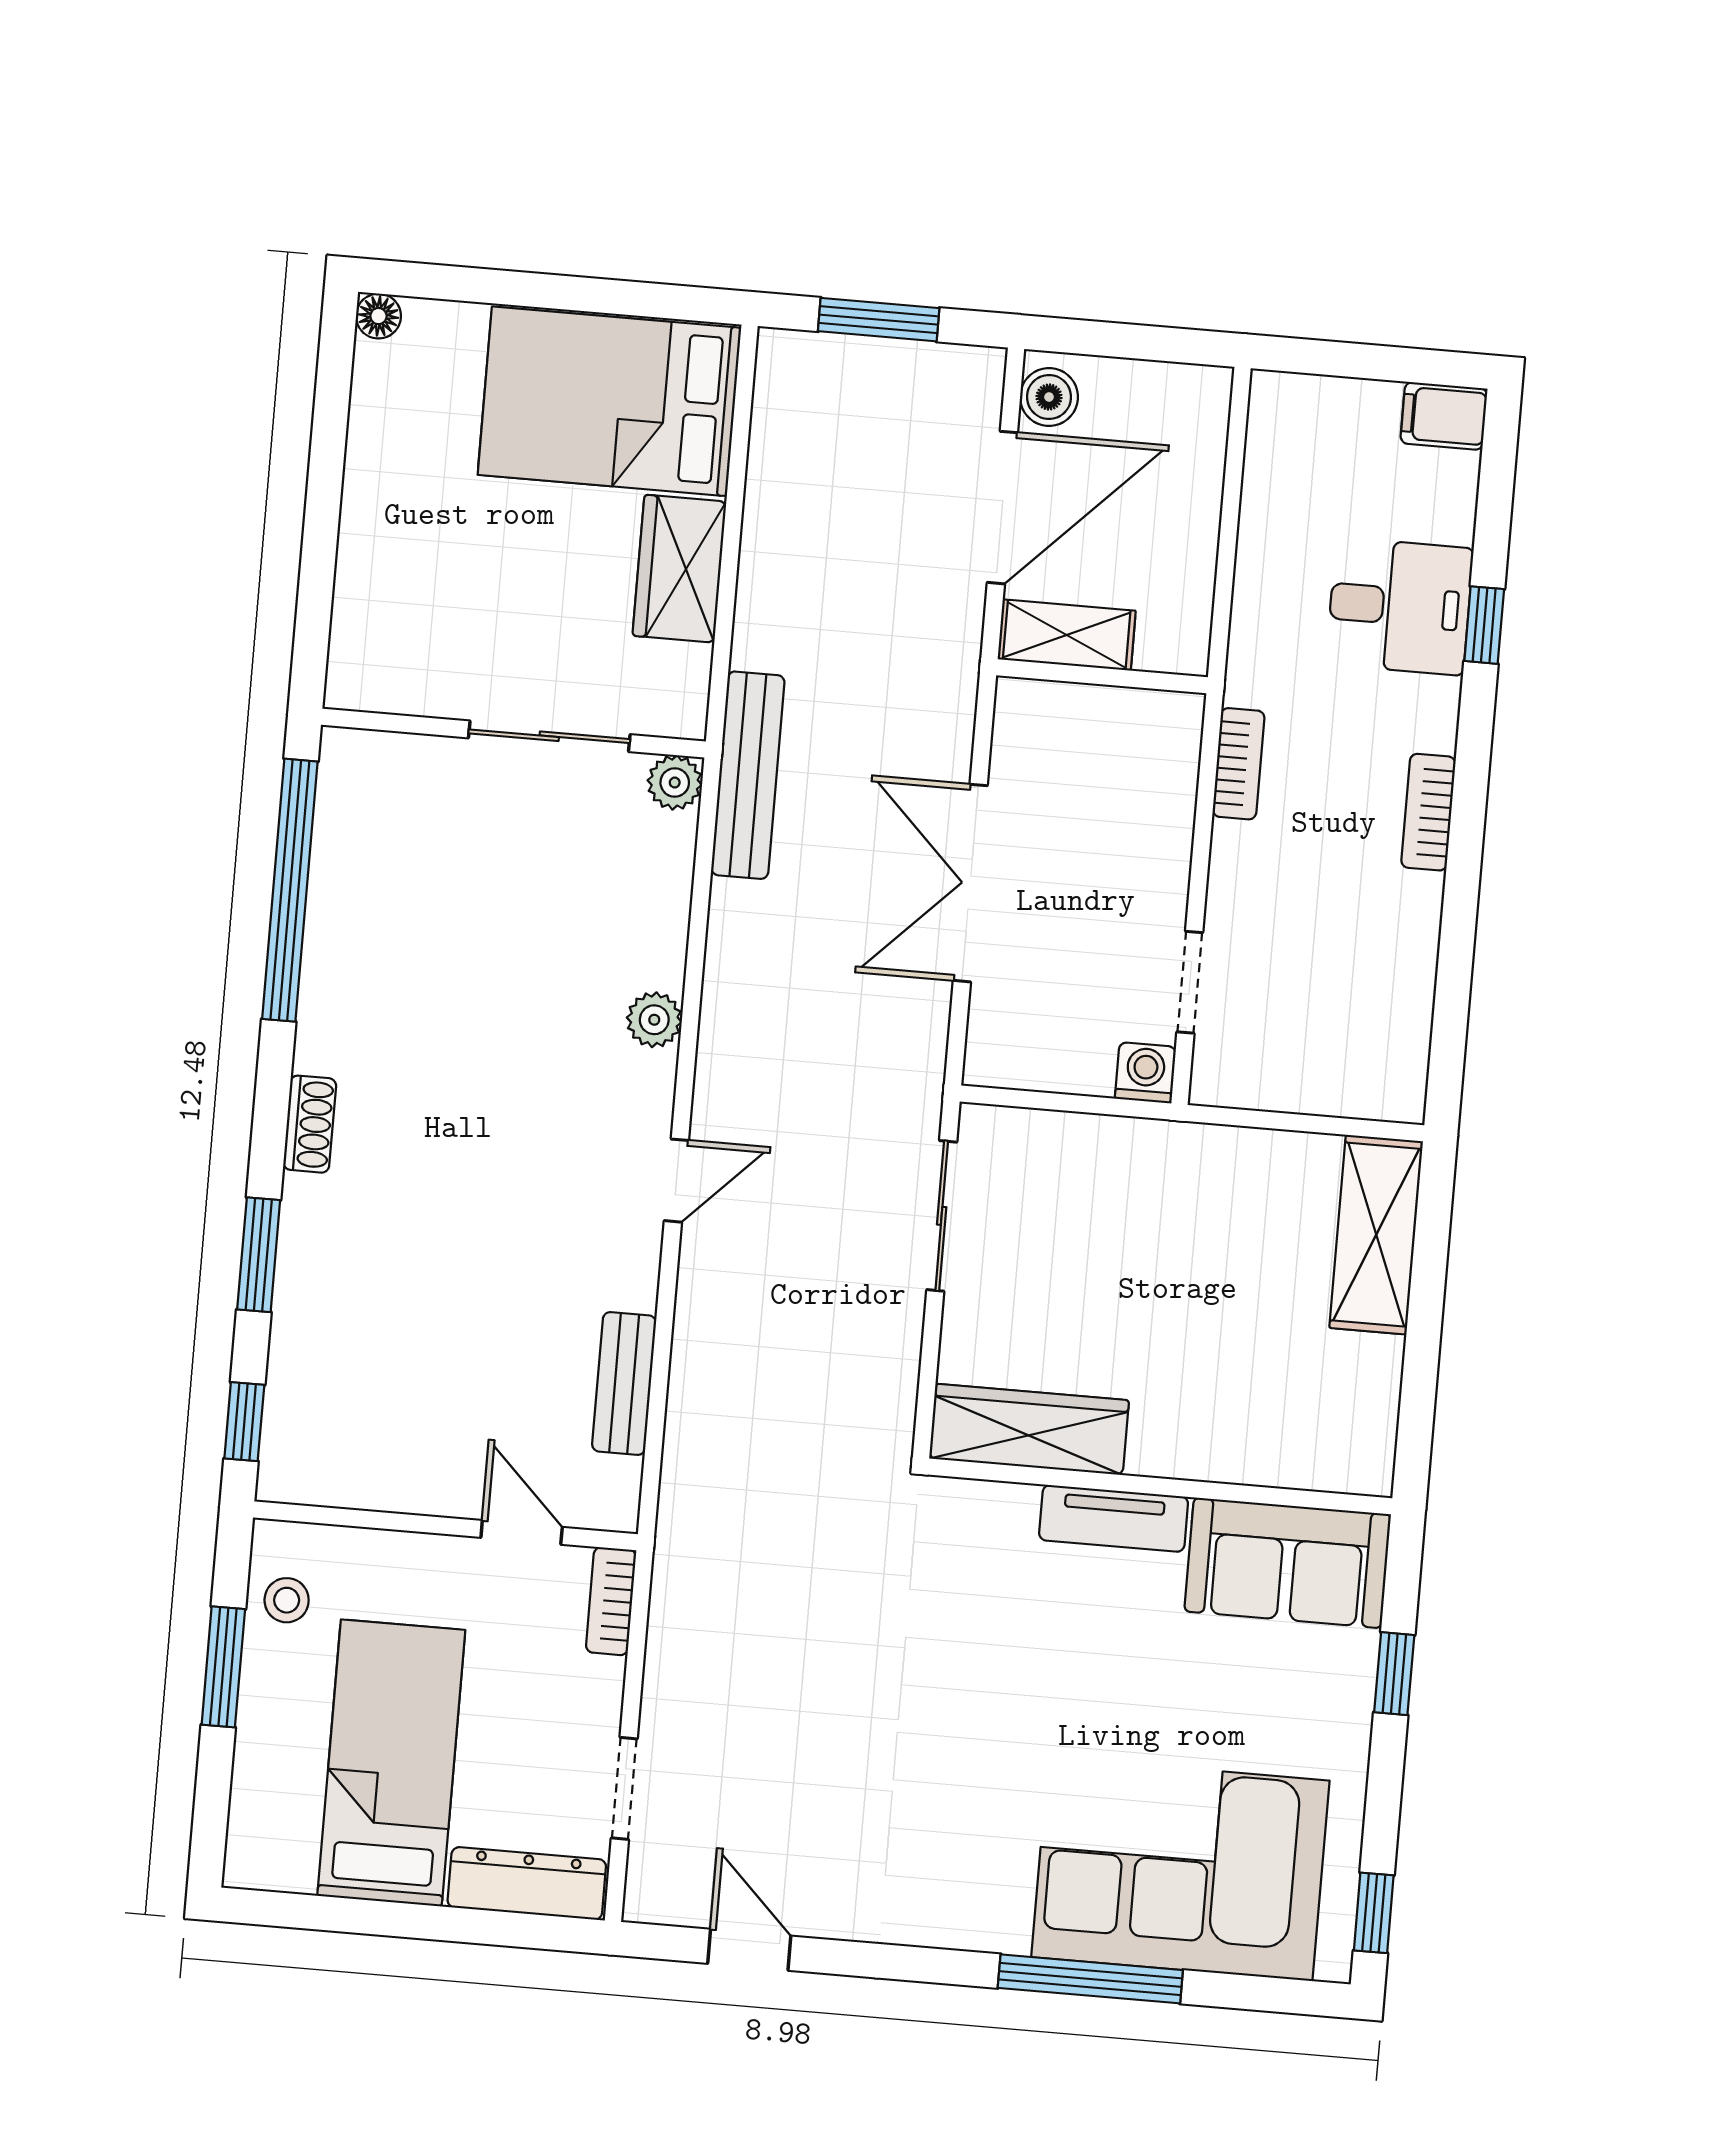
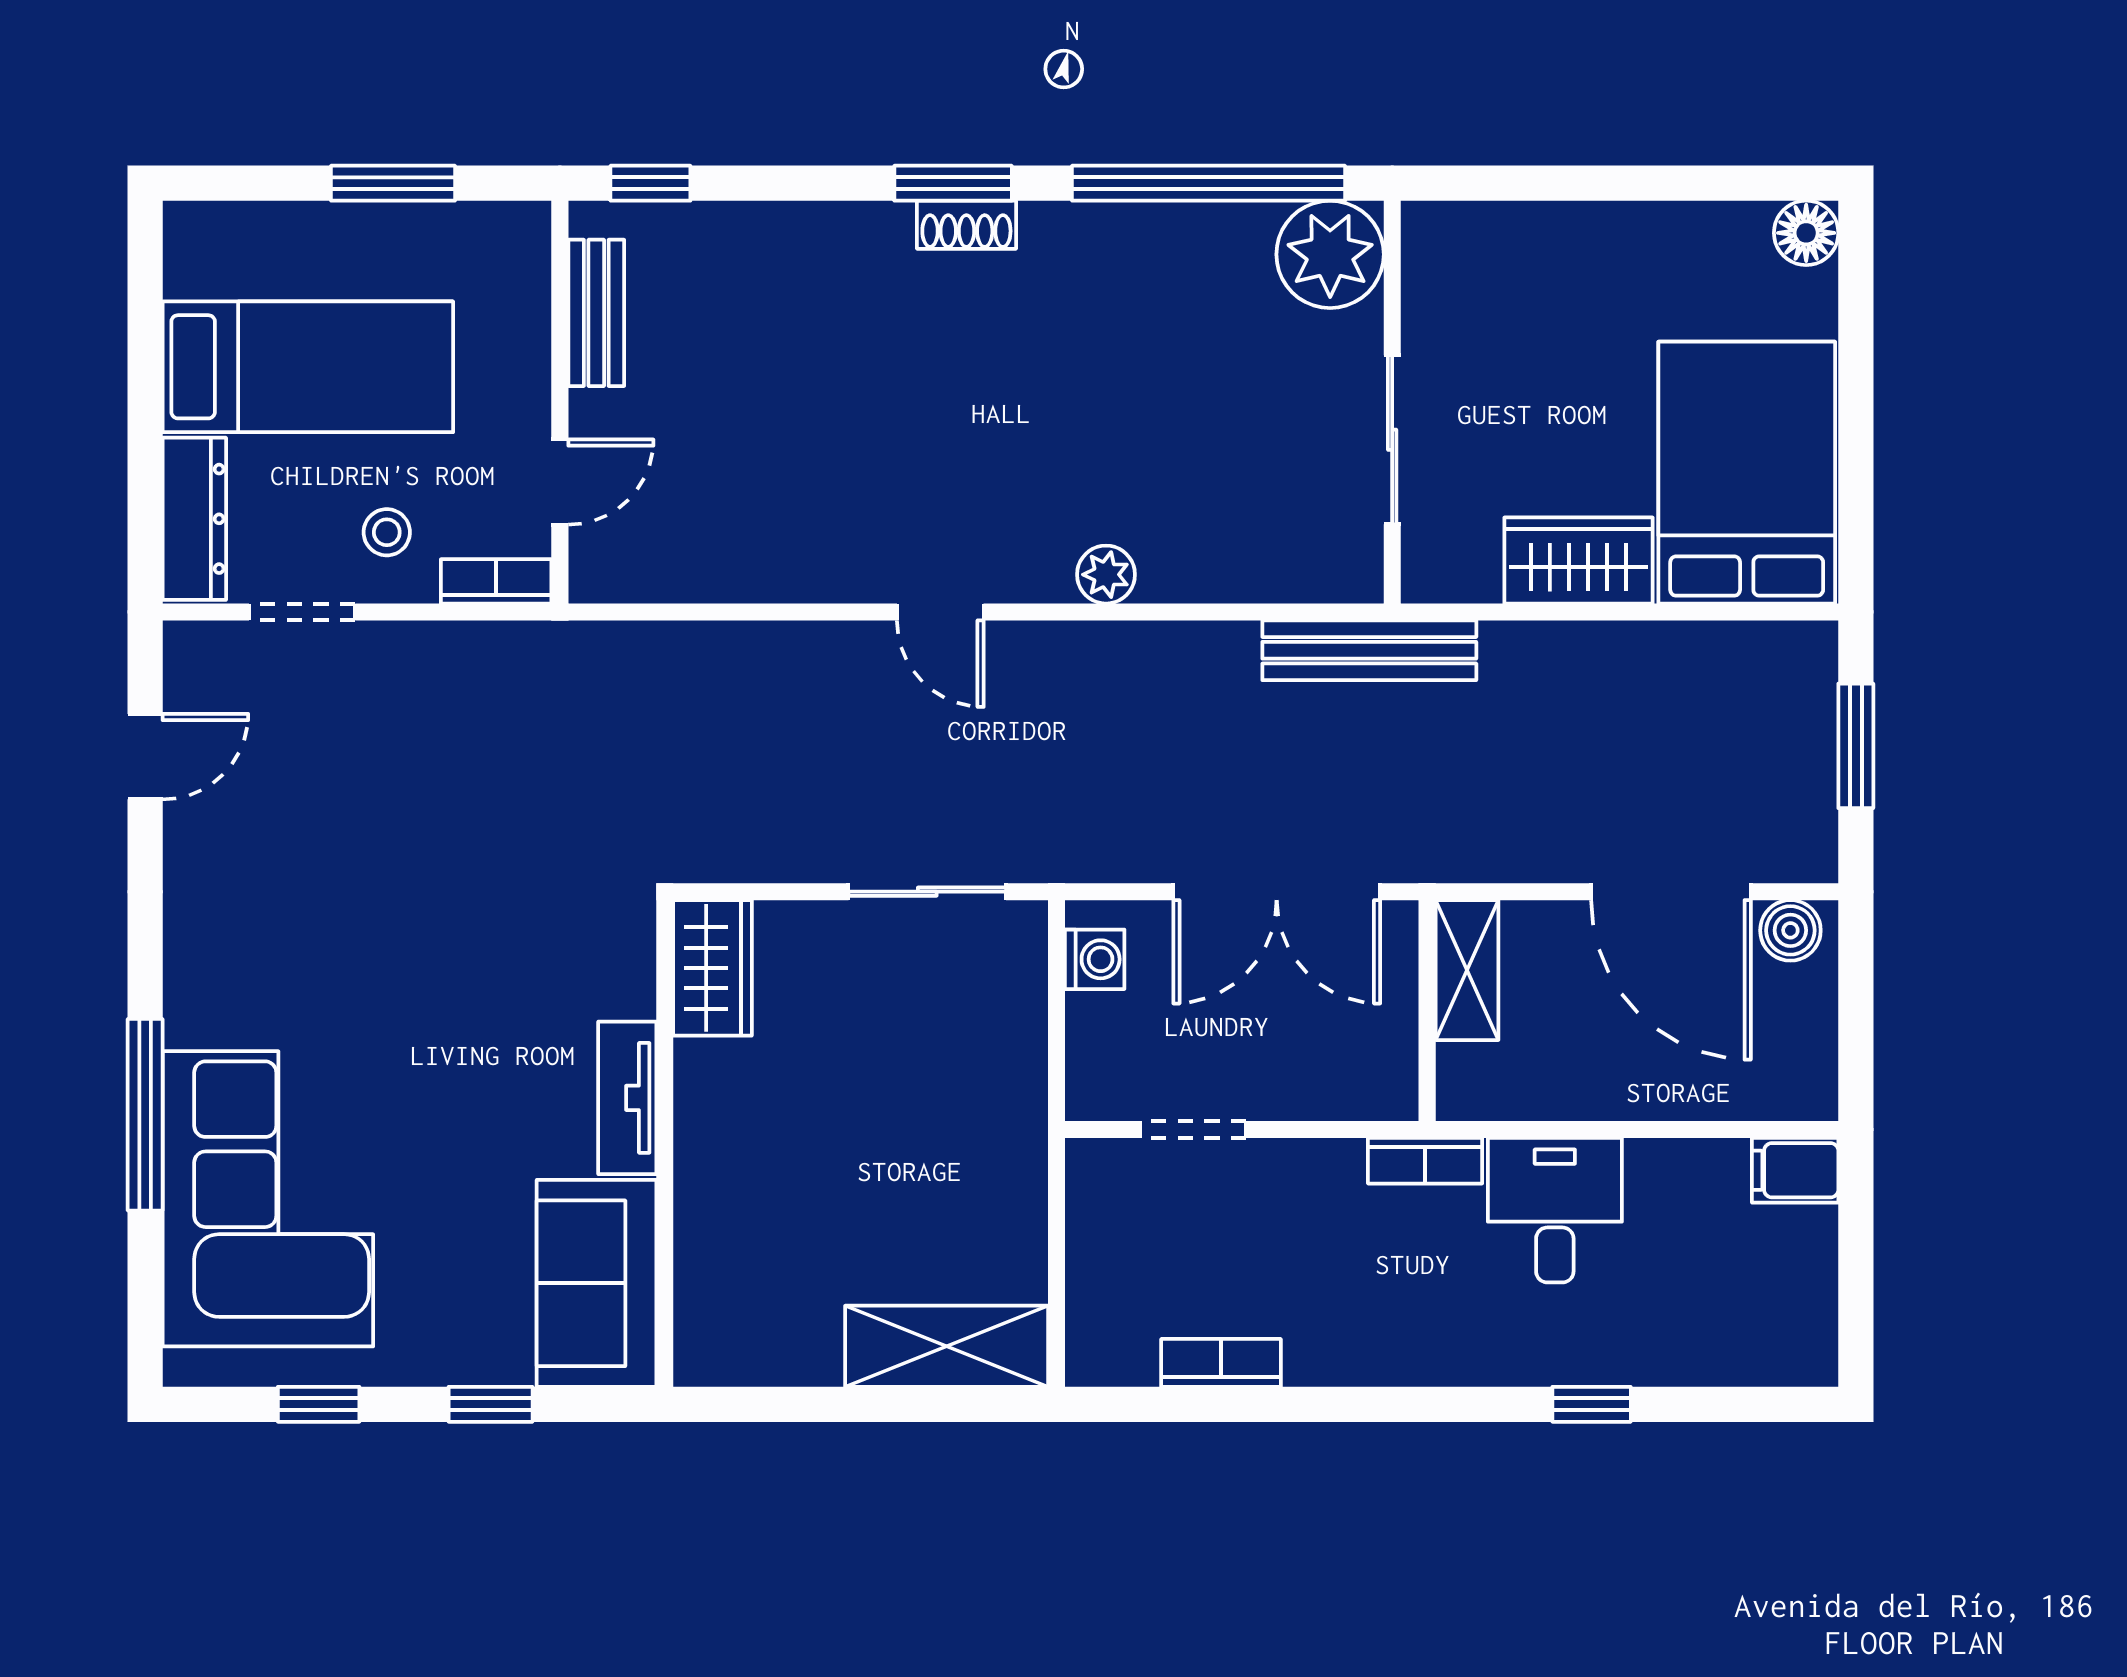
floor lamp: (378, 316) -> (1806, 233), width x1.37, depth x1.37
filing cabinet: (1444, 416) -> (1795, 1170), moved, turned -90
desk: (1400, 606) -> (1555, 1210), moved, turned 180
shelving: (1067, 635) -> (1467, 970), moved
wall: (1102, 676) -> (1427, 1011), moved
plant: (675, 783) -> (1330, 254), moved, width x1.87, depth x1.87
bookcase: (1428, 812) -> (1221, 1363), moved
double door: (970, 883) -> (1277, 892), swing flipped
washing machine: (1145, 1073) -> (1095, 959), moved
window: (259, 1255) -> (953, 183), moved
bench: (624, 1384) -> (596, 313), moved, turned 90
wardrobe: (1029, 1429) -> (713, 968), width x0.67
stool: (287, 1600) -> (387, 532), moved
window: (1374, 1913) -> (319, 1404), moved

